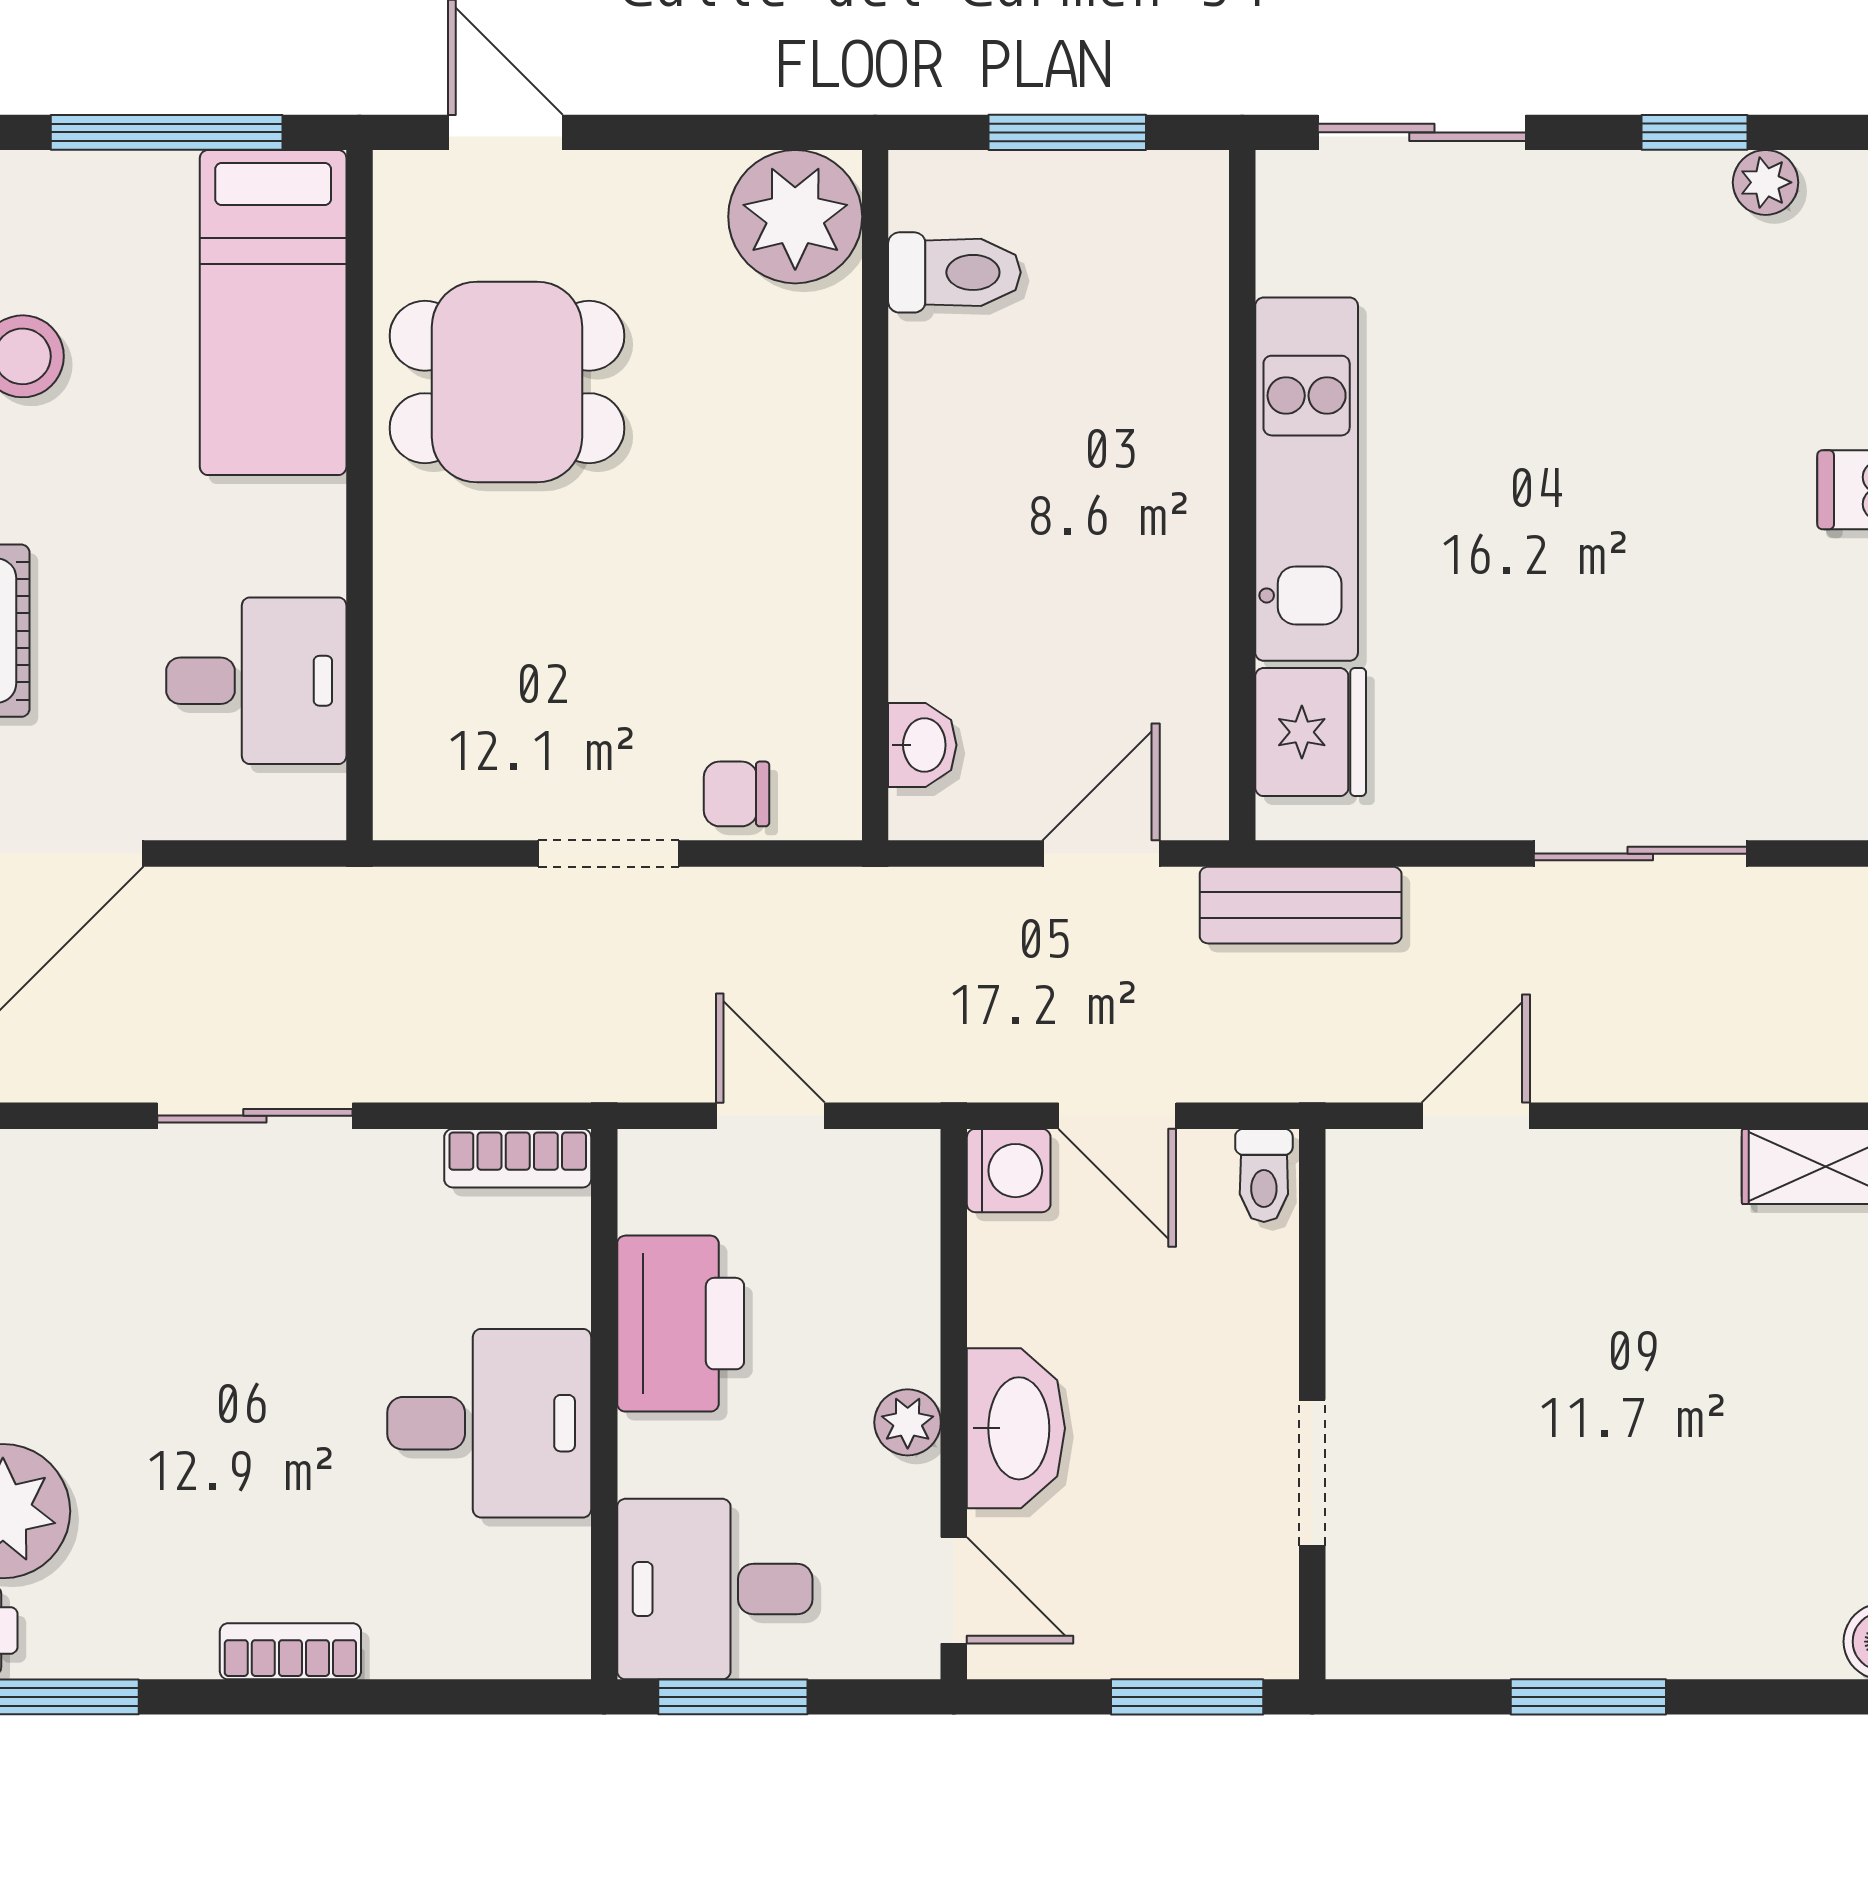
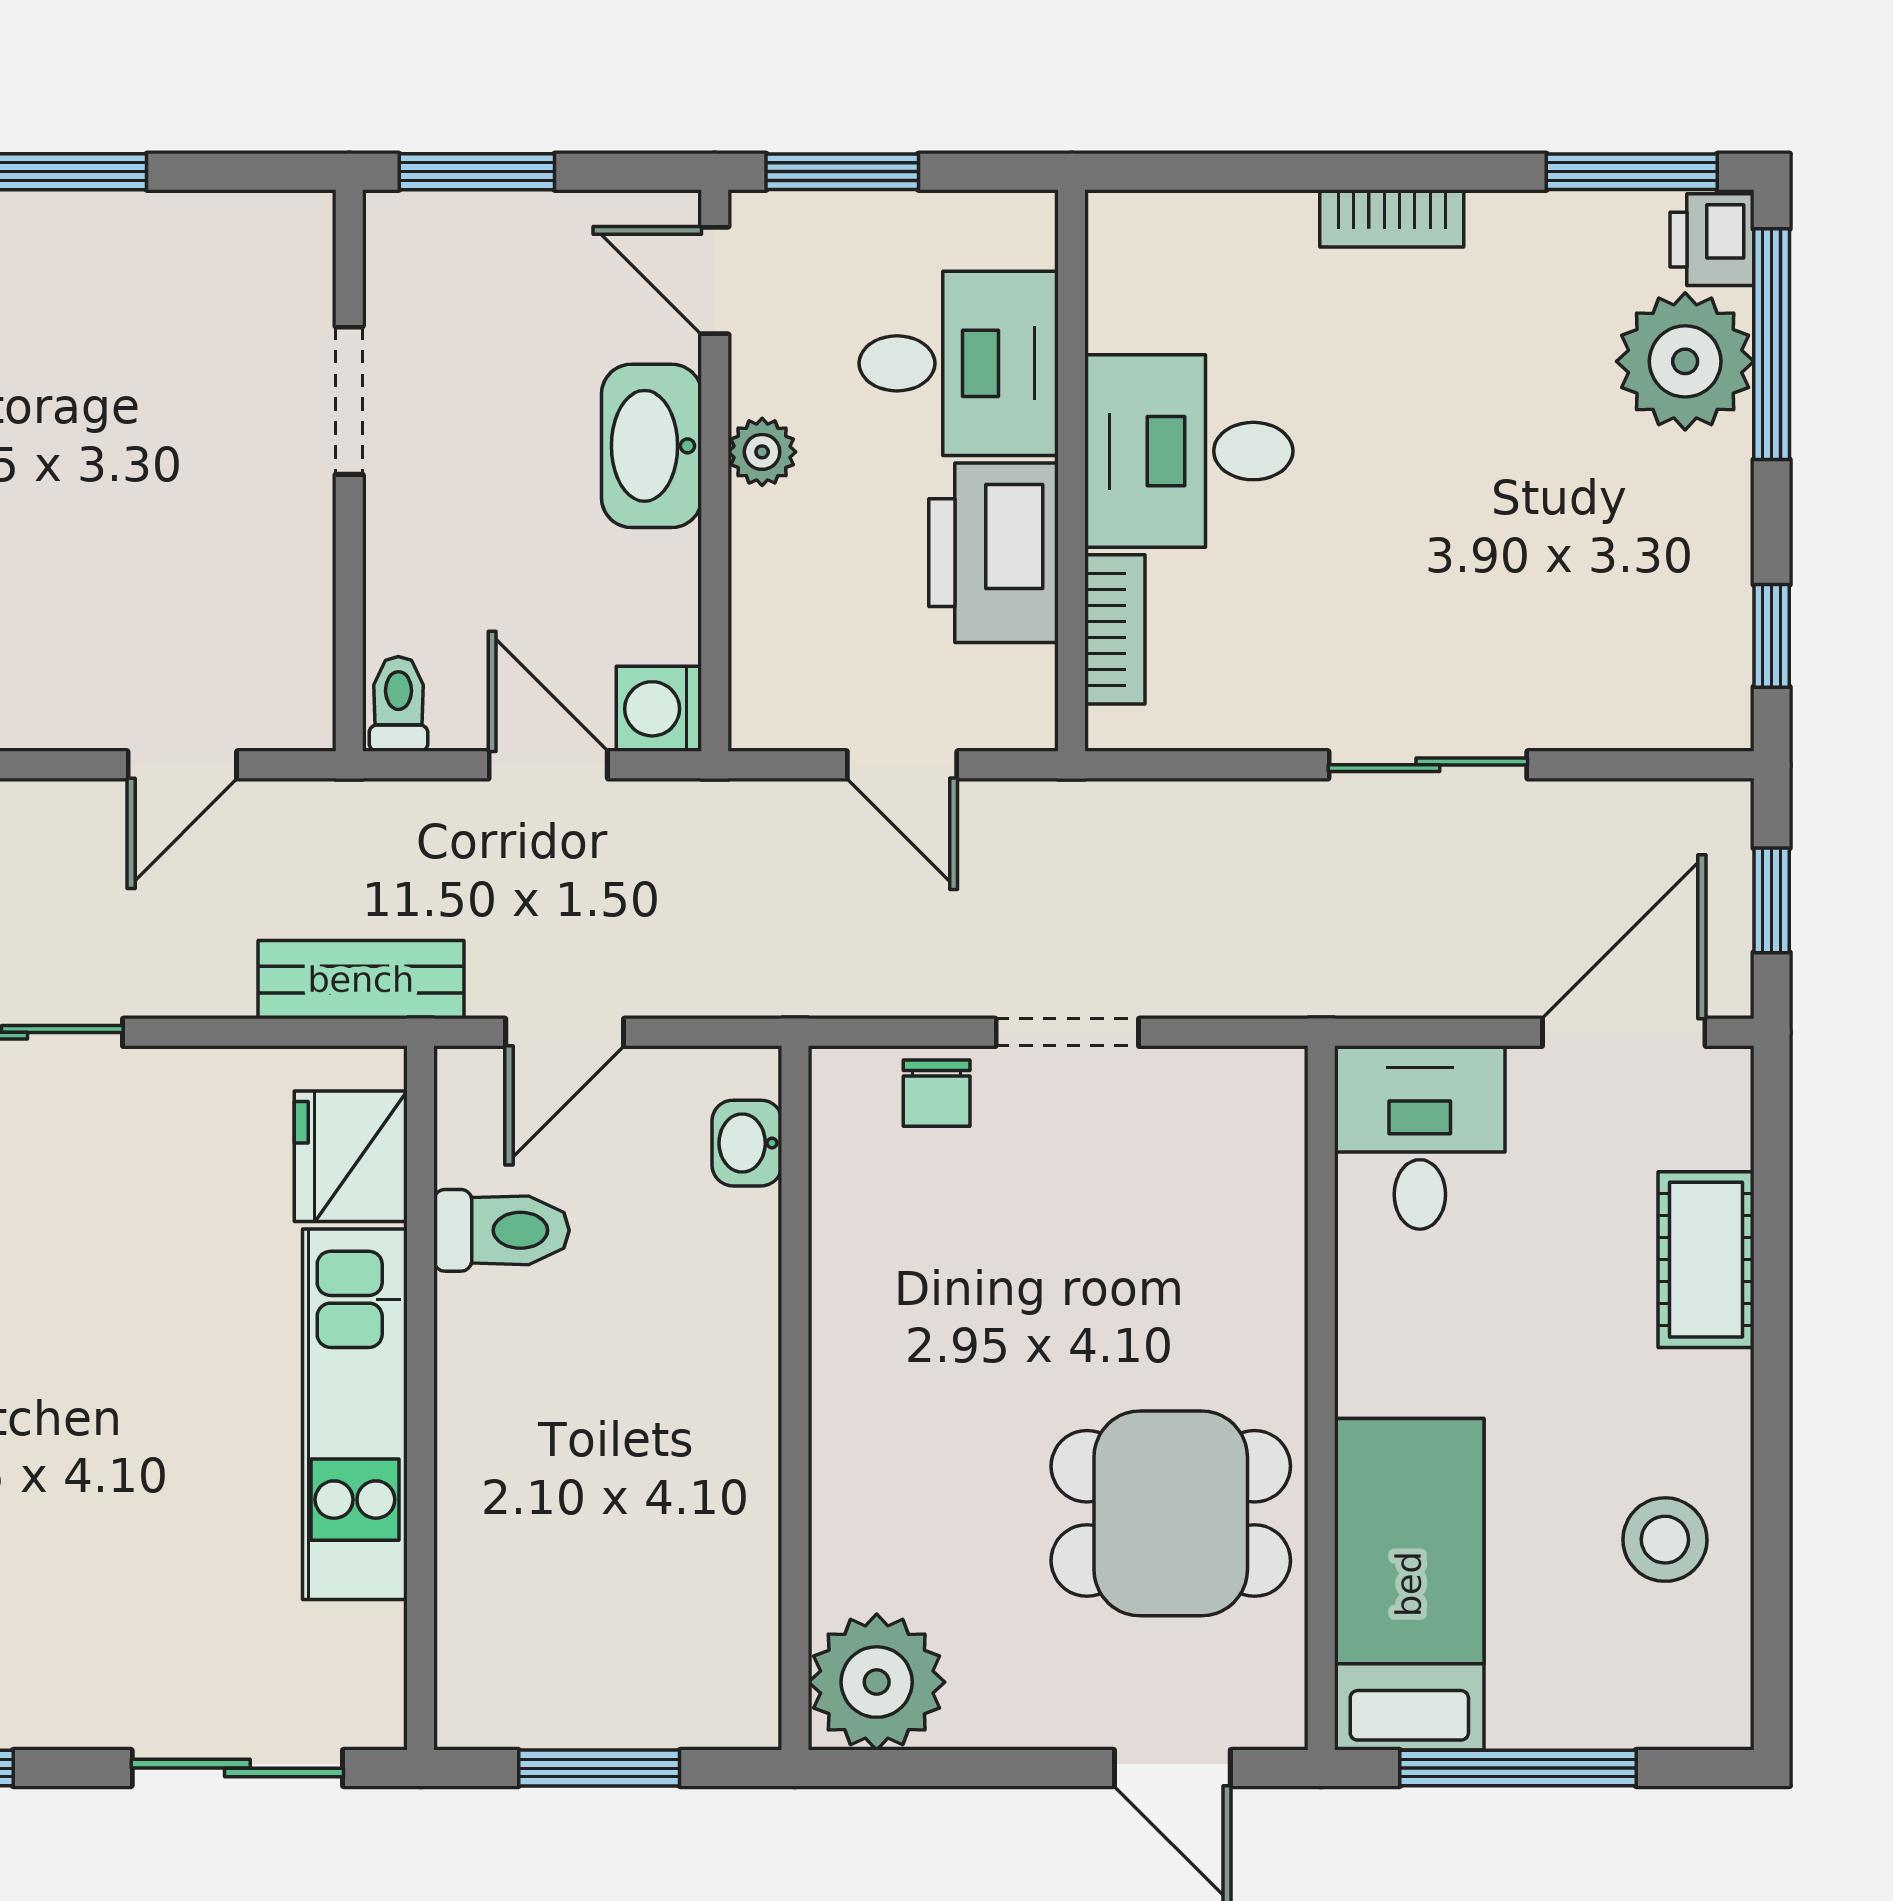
toilet: (954, 272) -> (501, 1230), moved, turned 180
desk: (256, 681) -> (1420, 1138), moved, turned 90
chair: (736, 794) -> (937, 1093), turned 90
bookcase: (518, 1158) -> (1115, 629), moved, turned 90
desk: (715, 1589) -> (959, 363), moved
window: (733, 1697) -> (842, 172), moved

